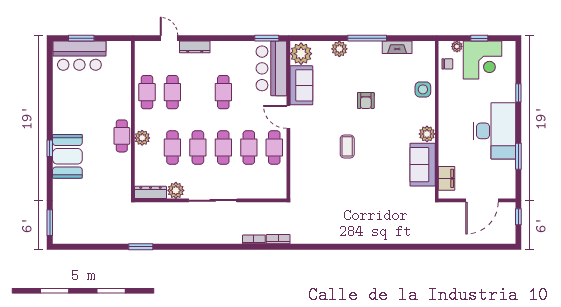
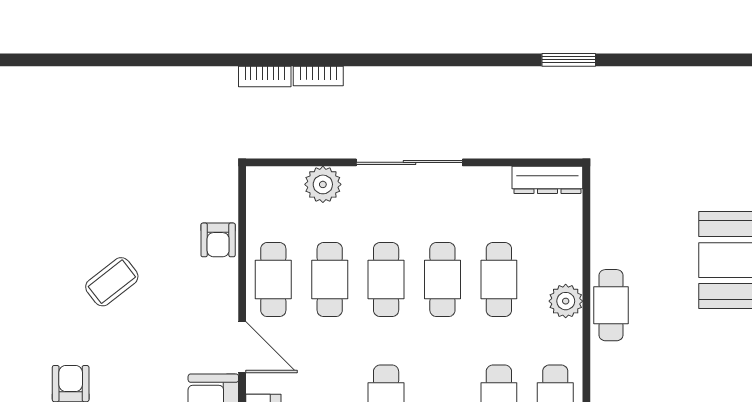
coffee table: (347, 146) -> (112, 282), turned 52
armchair: (299, 165) -> (218, 240), added
plant: (176, 190) -> (323, 184), moved

